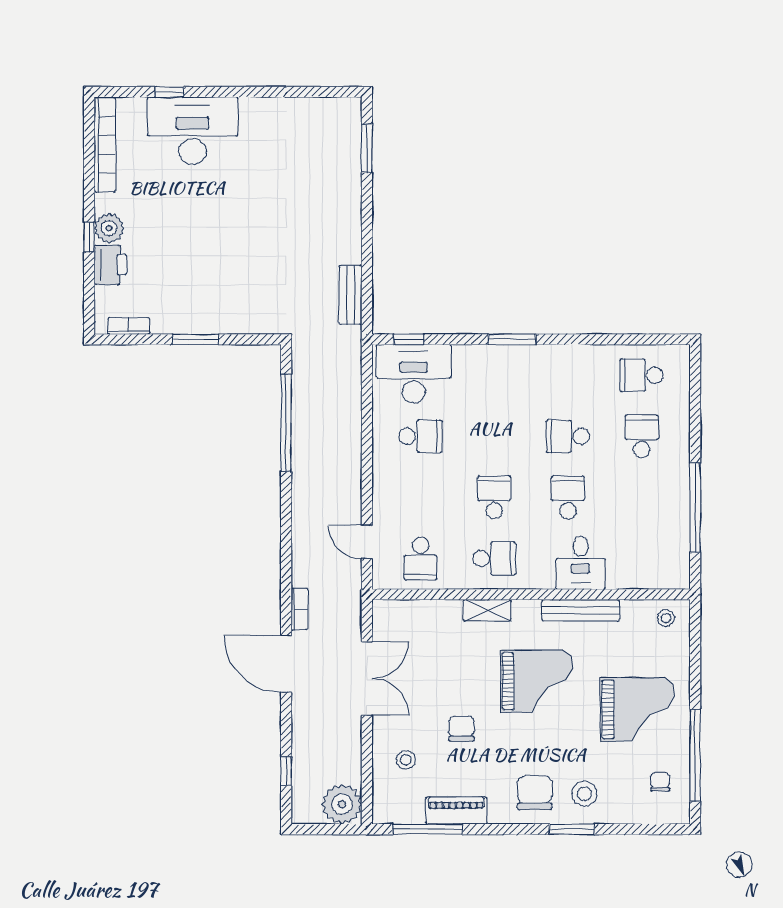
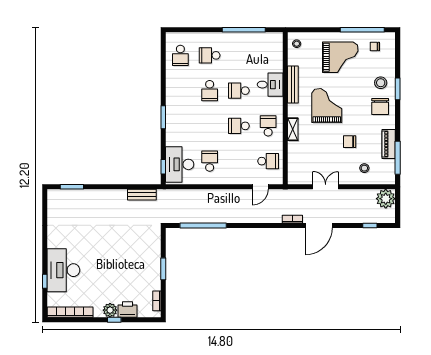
double door: (367, 679) -> (326, 187), width x0.73
grand piano: (638, 709) -> (340, 57), turned 90
chair: (535, 793) -> (380, 106), turned -90

